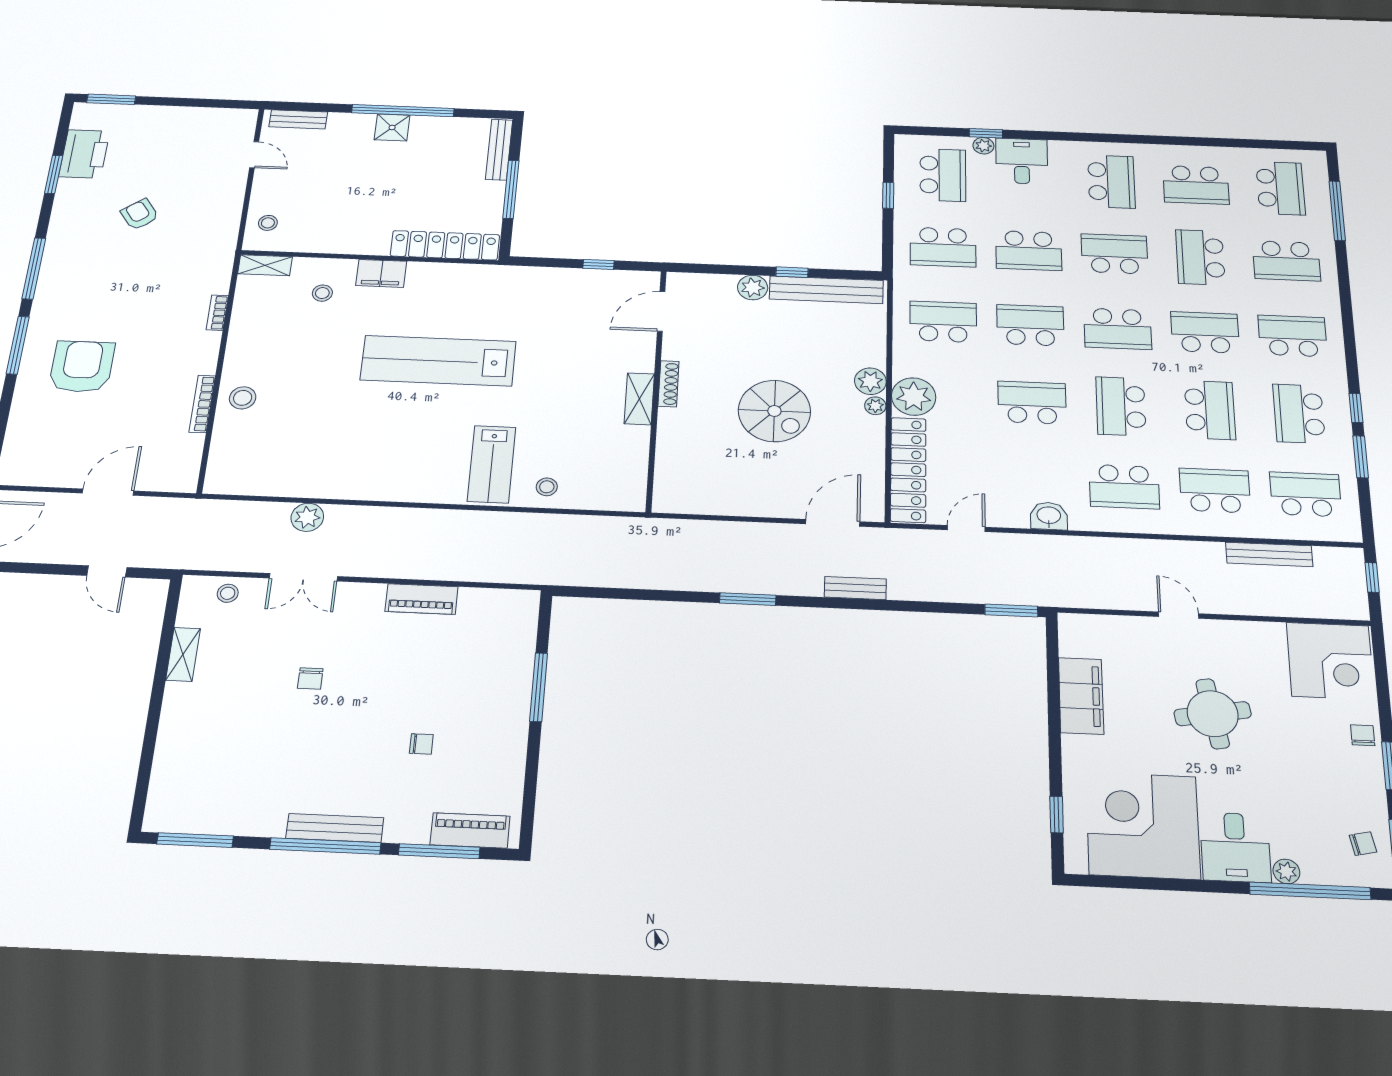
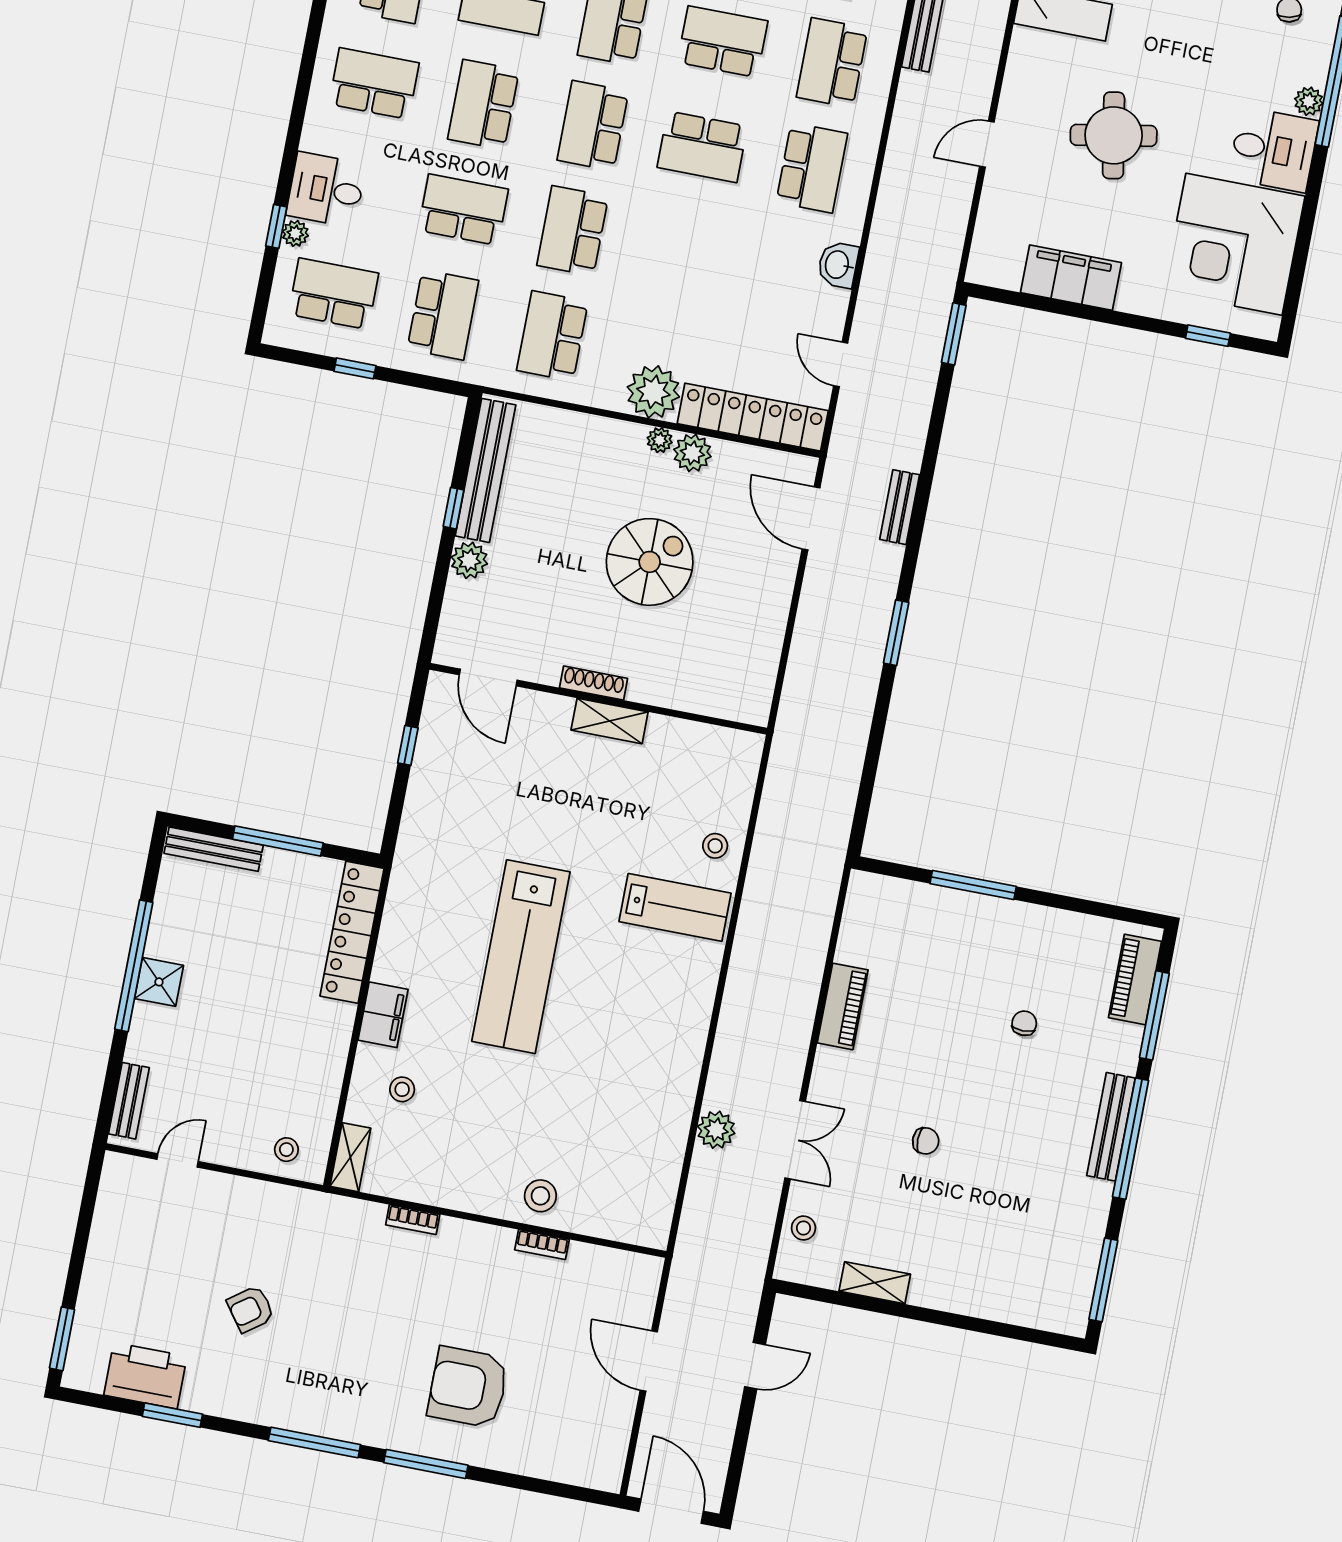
school desk: (1029, 250) -> (463, 210), turned -90
school desk: (1118, 329) -> (593, 126), turned 180
plant: (870, 381) -> (692, 453), moved
school desk: (1032, 403) -> (682, 252), removed
bookcase: (202, 404) -> (542, 1245), width x0.64

